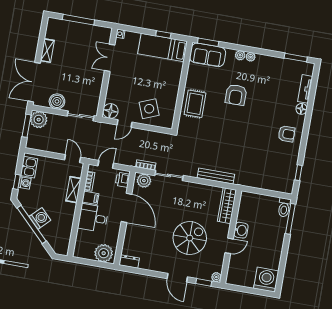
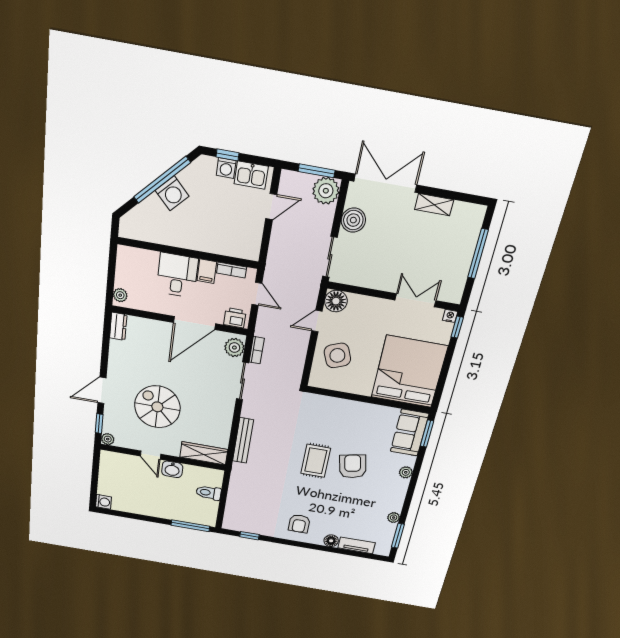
window: (163, 34) -> (457, 327), moved
bed: (163, 47) -> (409, 372), width x2.04
plant: (251, 57) -> (394, 518), moved
armchair: (236, 95) -> (353, 466), turned 78
rug: (195, 104) -> (316, 461), moved, turned 90
door: (125, 124) -> (317, 321), hinge flipped
door: (73, 159) -> (271, 207), moved
shelving: (73, 190) -> (218, 246), removed
toilet: (284, 207) -> (209, 493), moved
spiral stairs: (190, 238) -> (157, 407), turned 180
plant: (104, 253) -> (120, 295), width x0.53, depth x0.53
washing machine: (266, 280) -> (103, 502), width x0.53, depth x0.53

